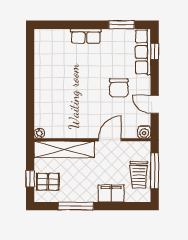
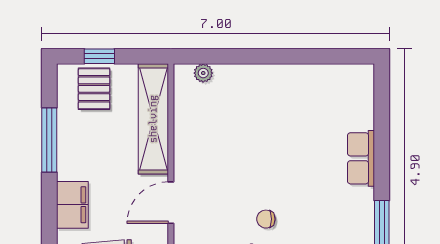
chair: (119, 88) -> (266, 219), width x0.54, depth x0.54
plant: (39, 133) -> (203, 73), moved
door: (110, 140) -> (171, 203), swing flipped

